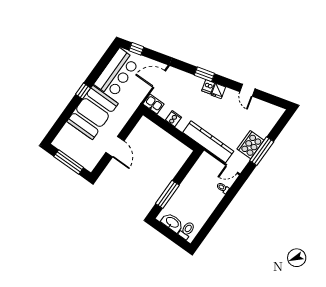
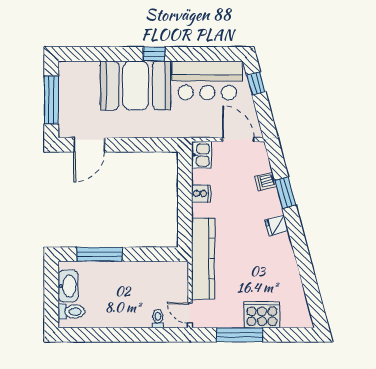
dishwasher: (208, 87) -> (265, 181), moved
door: (247, 90) -> (304, 262), removed
cooker: (251, 145) -> (262, 315), moved
door: (115, 147) -> (89, 145), moved

